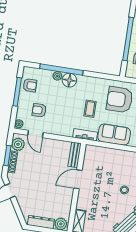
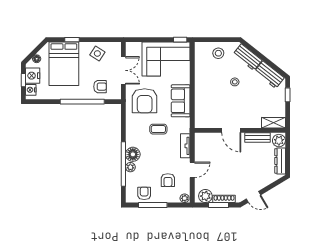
door: (35, 134) -> (192, 170), moved
tv unit: (85, 135) -> (185, 146), moved
bench: (75, 155) -> (257, 137), moved

